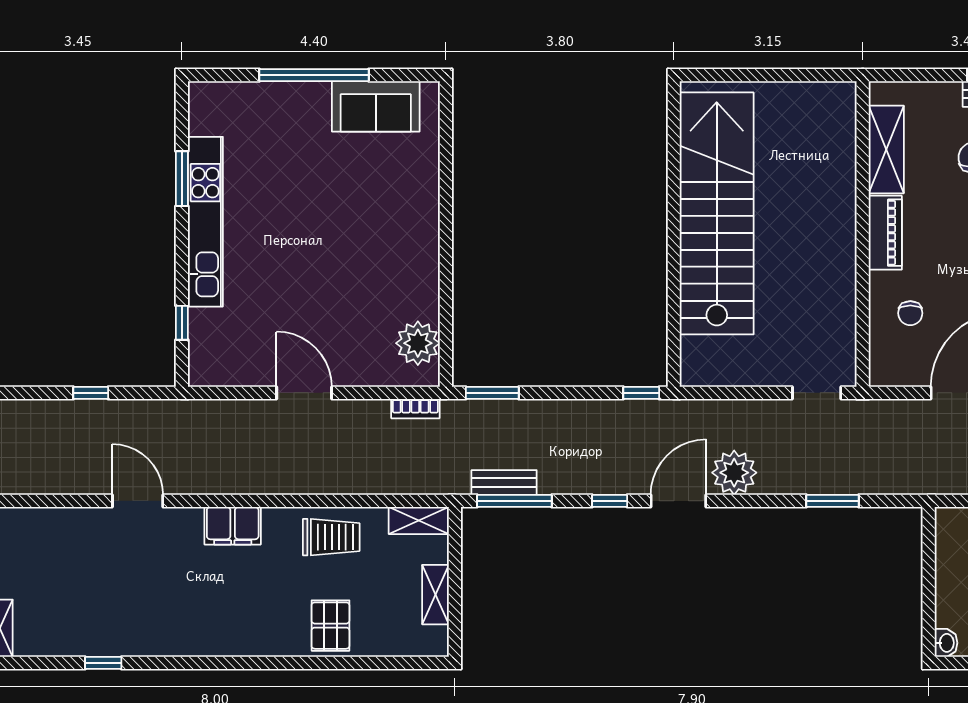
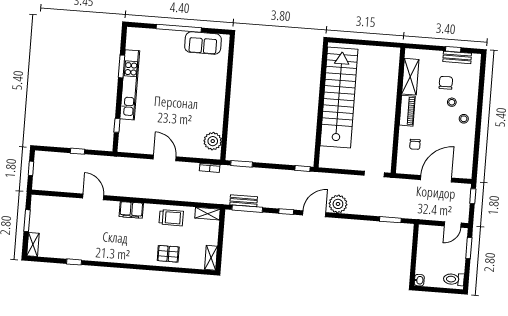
window: (833, 501) -> (390, 220), moved
shelving: (435, 595) -> (211, 258), moved
pallet: (330, 626) -> (168, 254), turned 90

